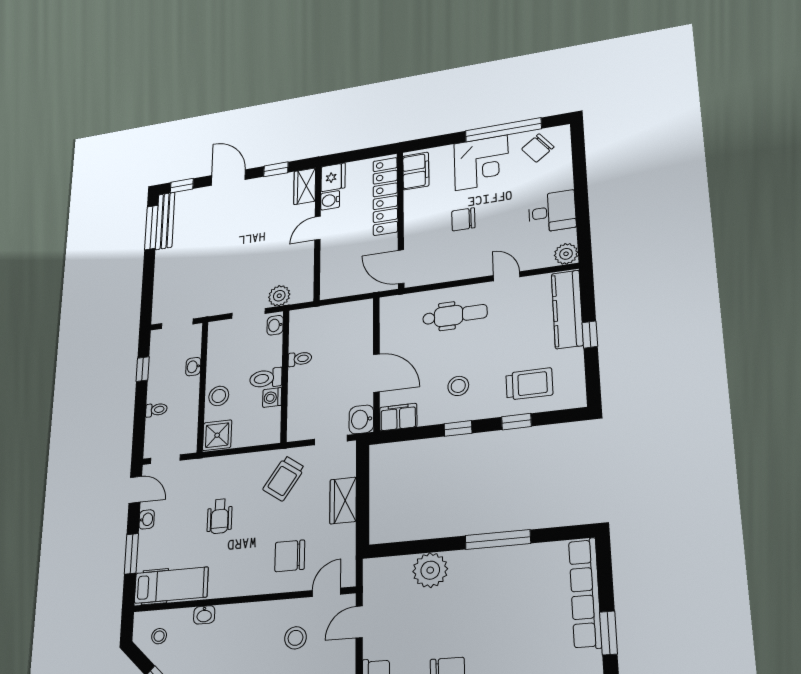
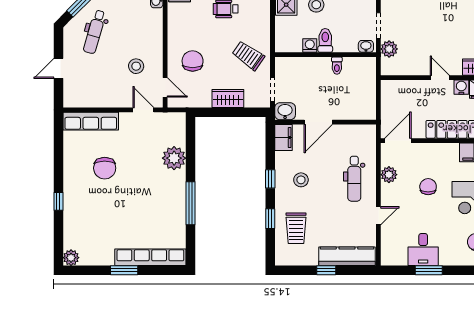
window: (581, 200) -> (429, 270), added
plant: (566, 254) -> (389, 175), moved

